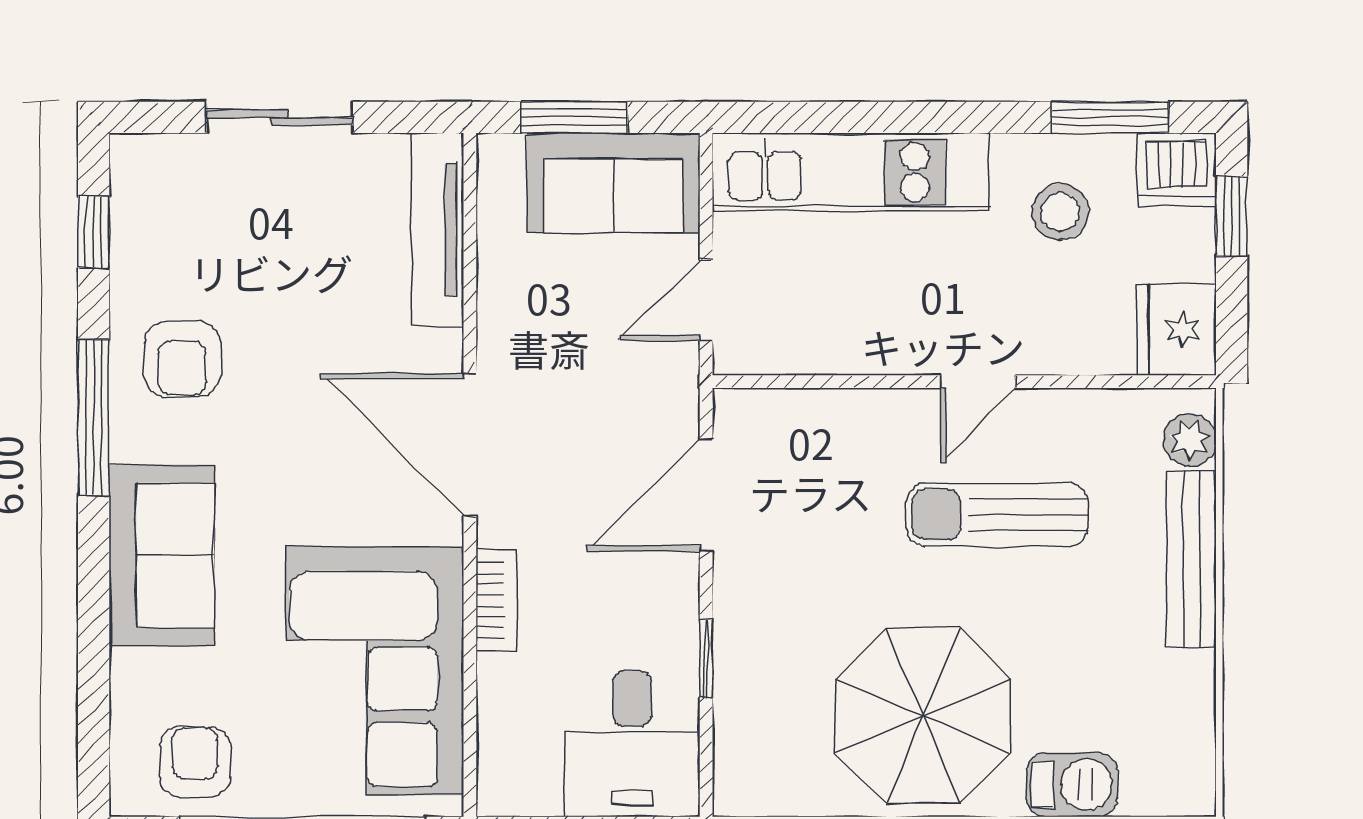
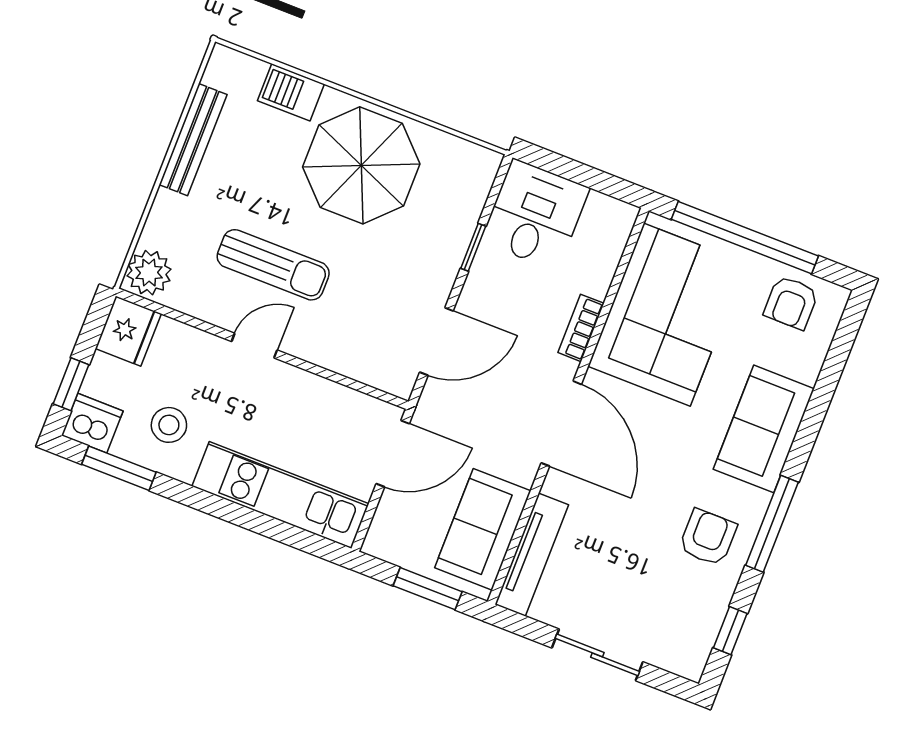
sofa: (614, 183) -> (483, 529), moved, turned -90
door: (706, 300) -> (393, 454), width x1.38
plant: (1190, 440) -> (149, 273), width x1.38, depth x1.38
bench: (1191, 559) -> (193, 140), moved

